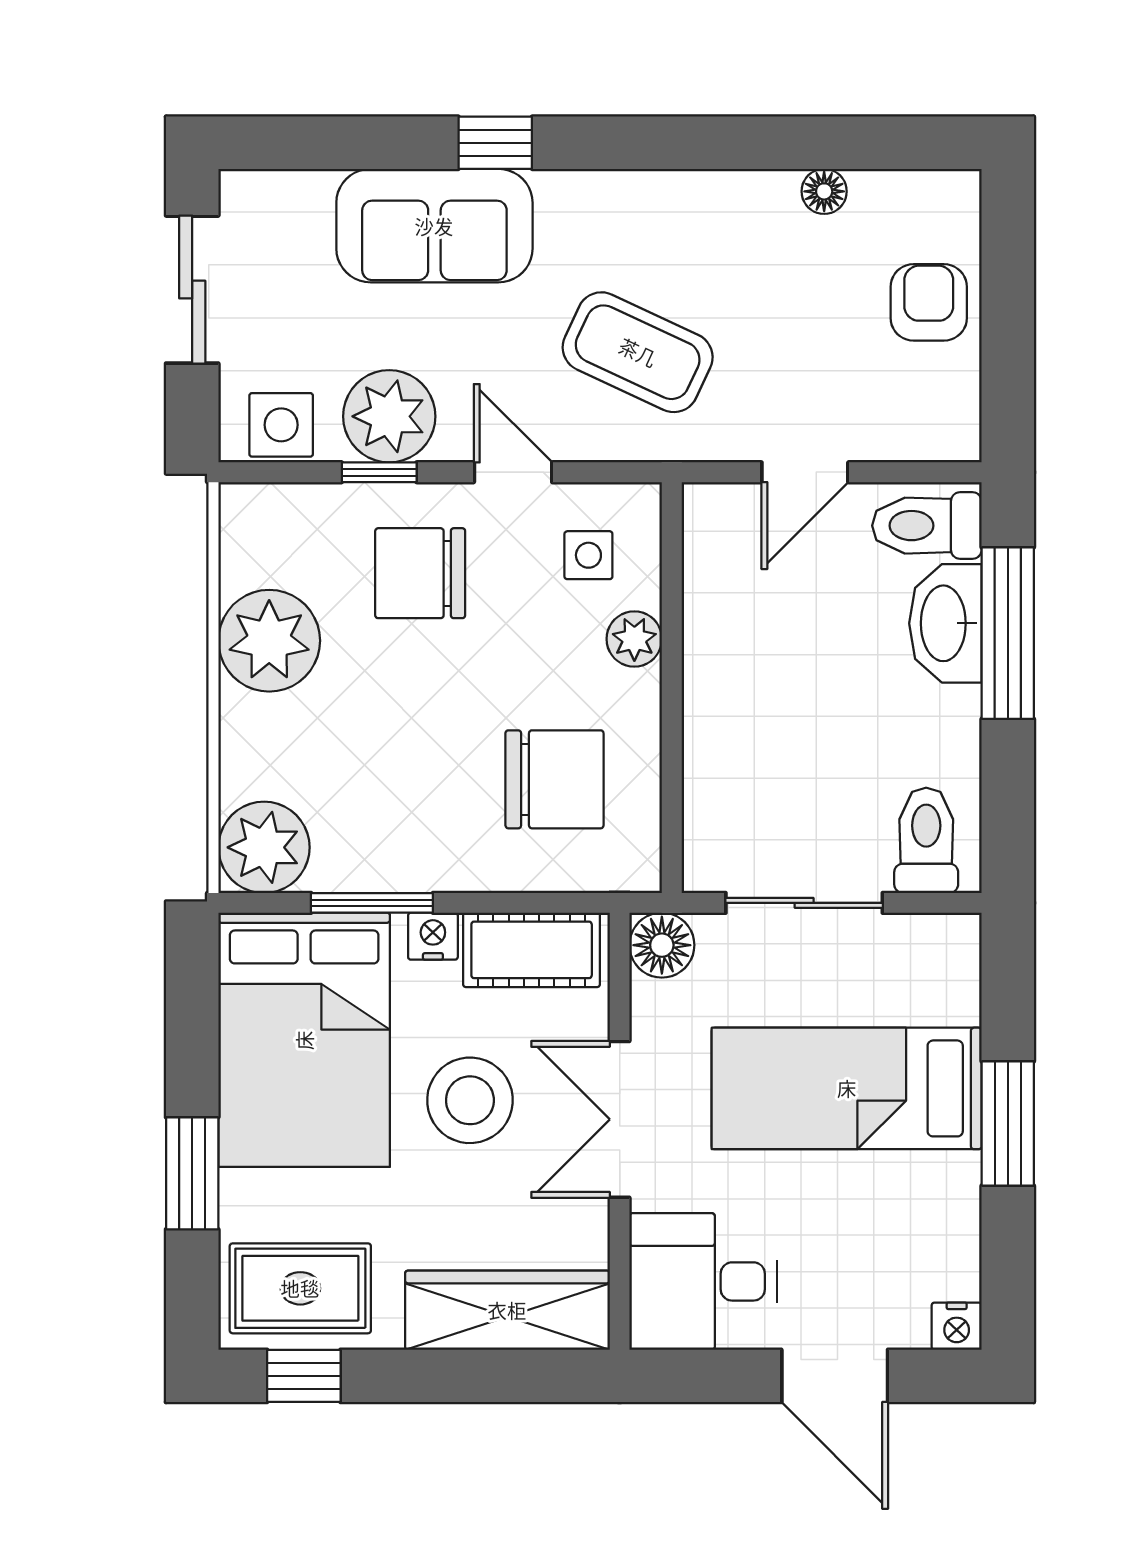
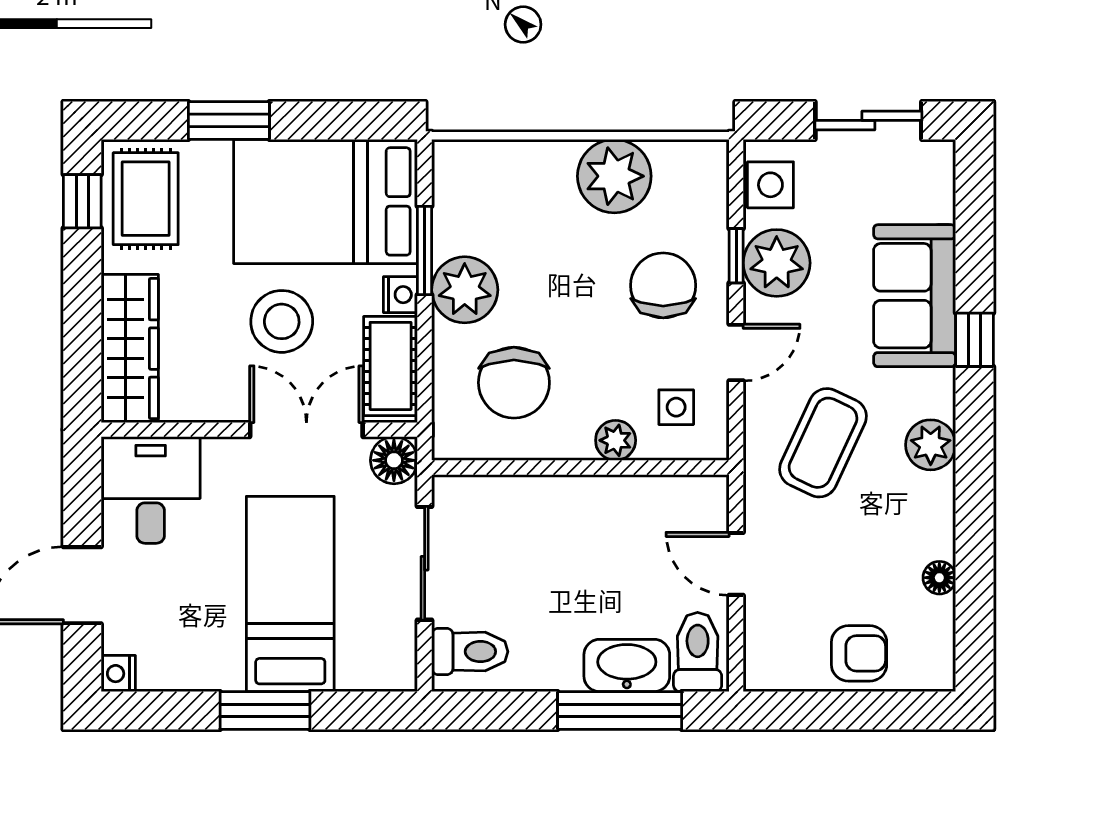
plant: (641, 204) -> (931, 445), added
plant: (264, 847) -> (465, 290), moved
double door: (620, 1119) -> (306, 430), moved

